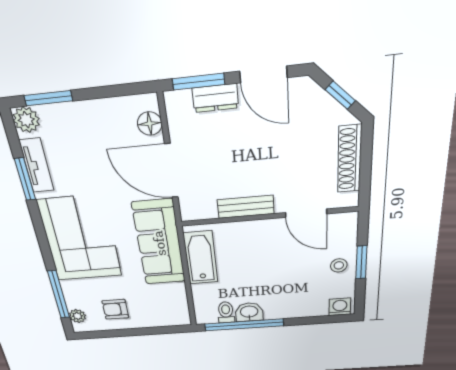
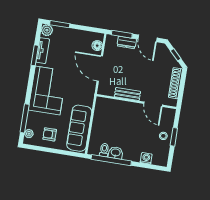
sofa: (159, 243) -> (79, 128), moved
bathtub: (201, 258) -> (100, 115), removed
washing machine: (340, 307) -> (146, 158), moved

